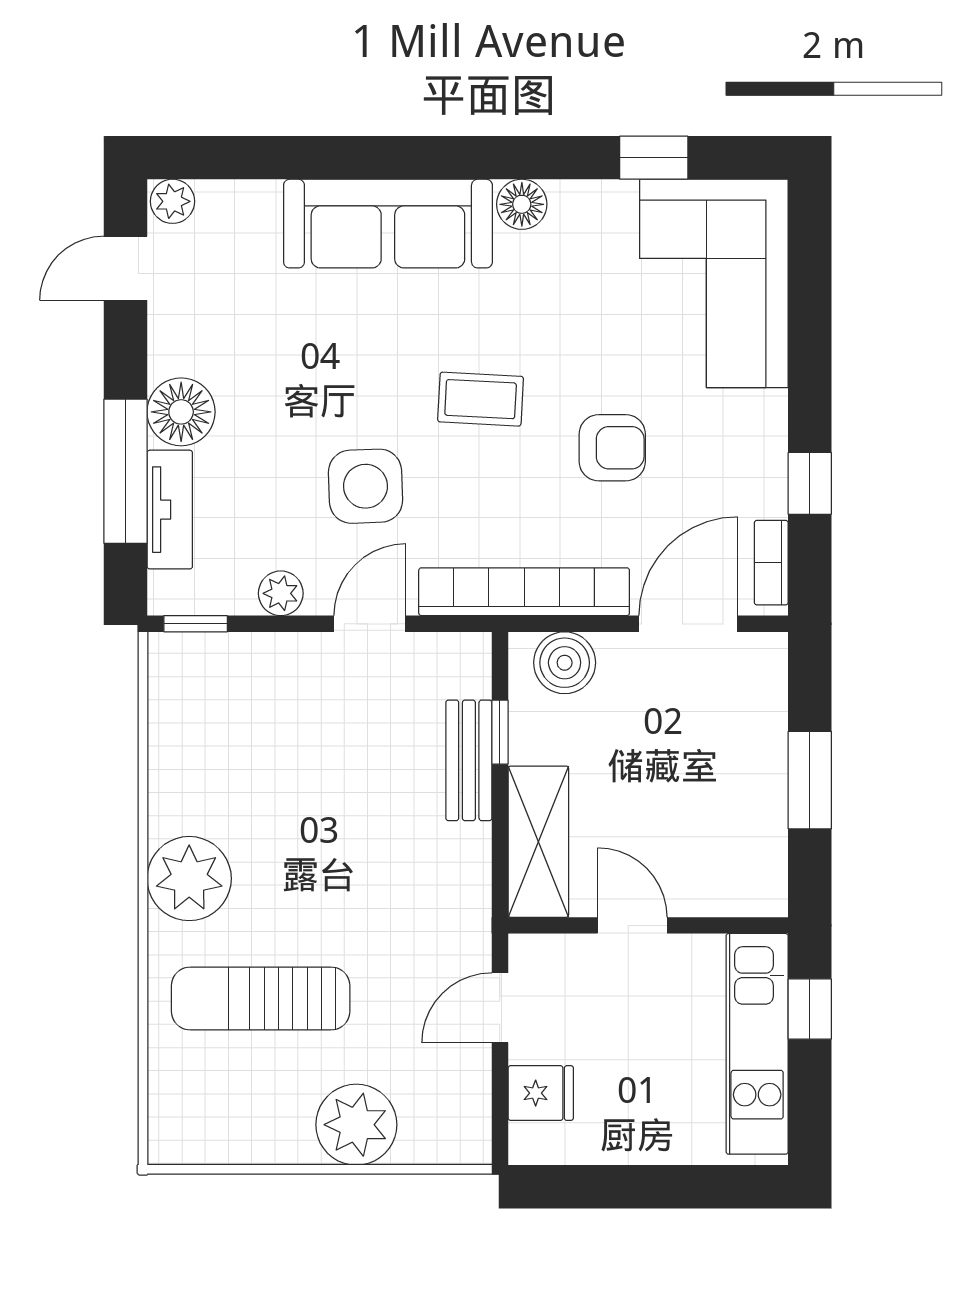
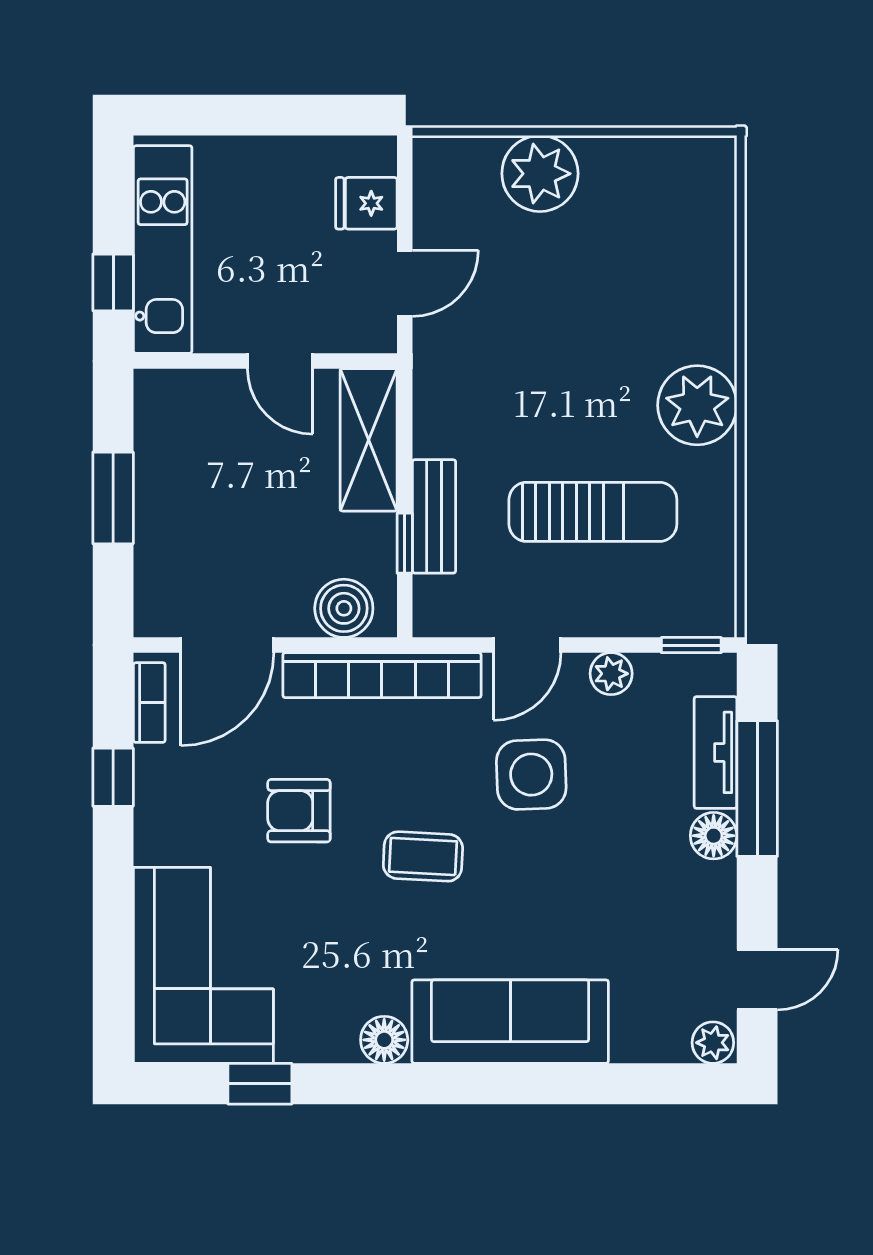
floor lamp: (181, 412) -> (714, 836), width x0.73, depth x0.73
sun lounger: (261, 998) -> (593, 512), moved

